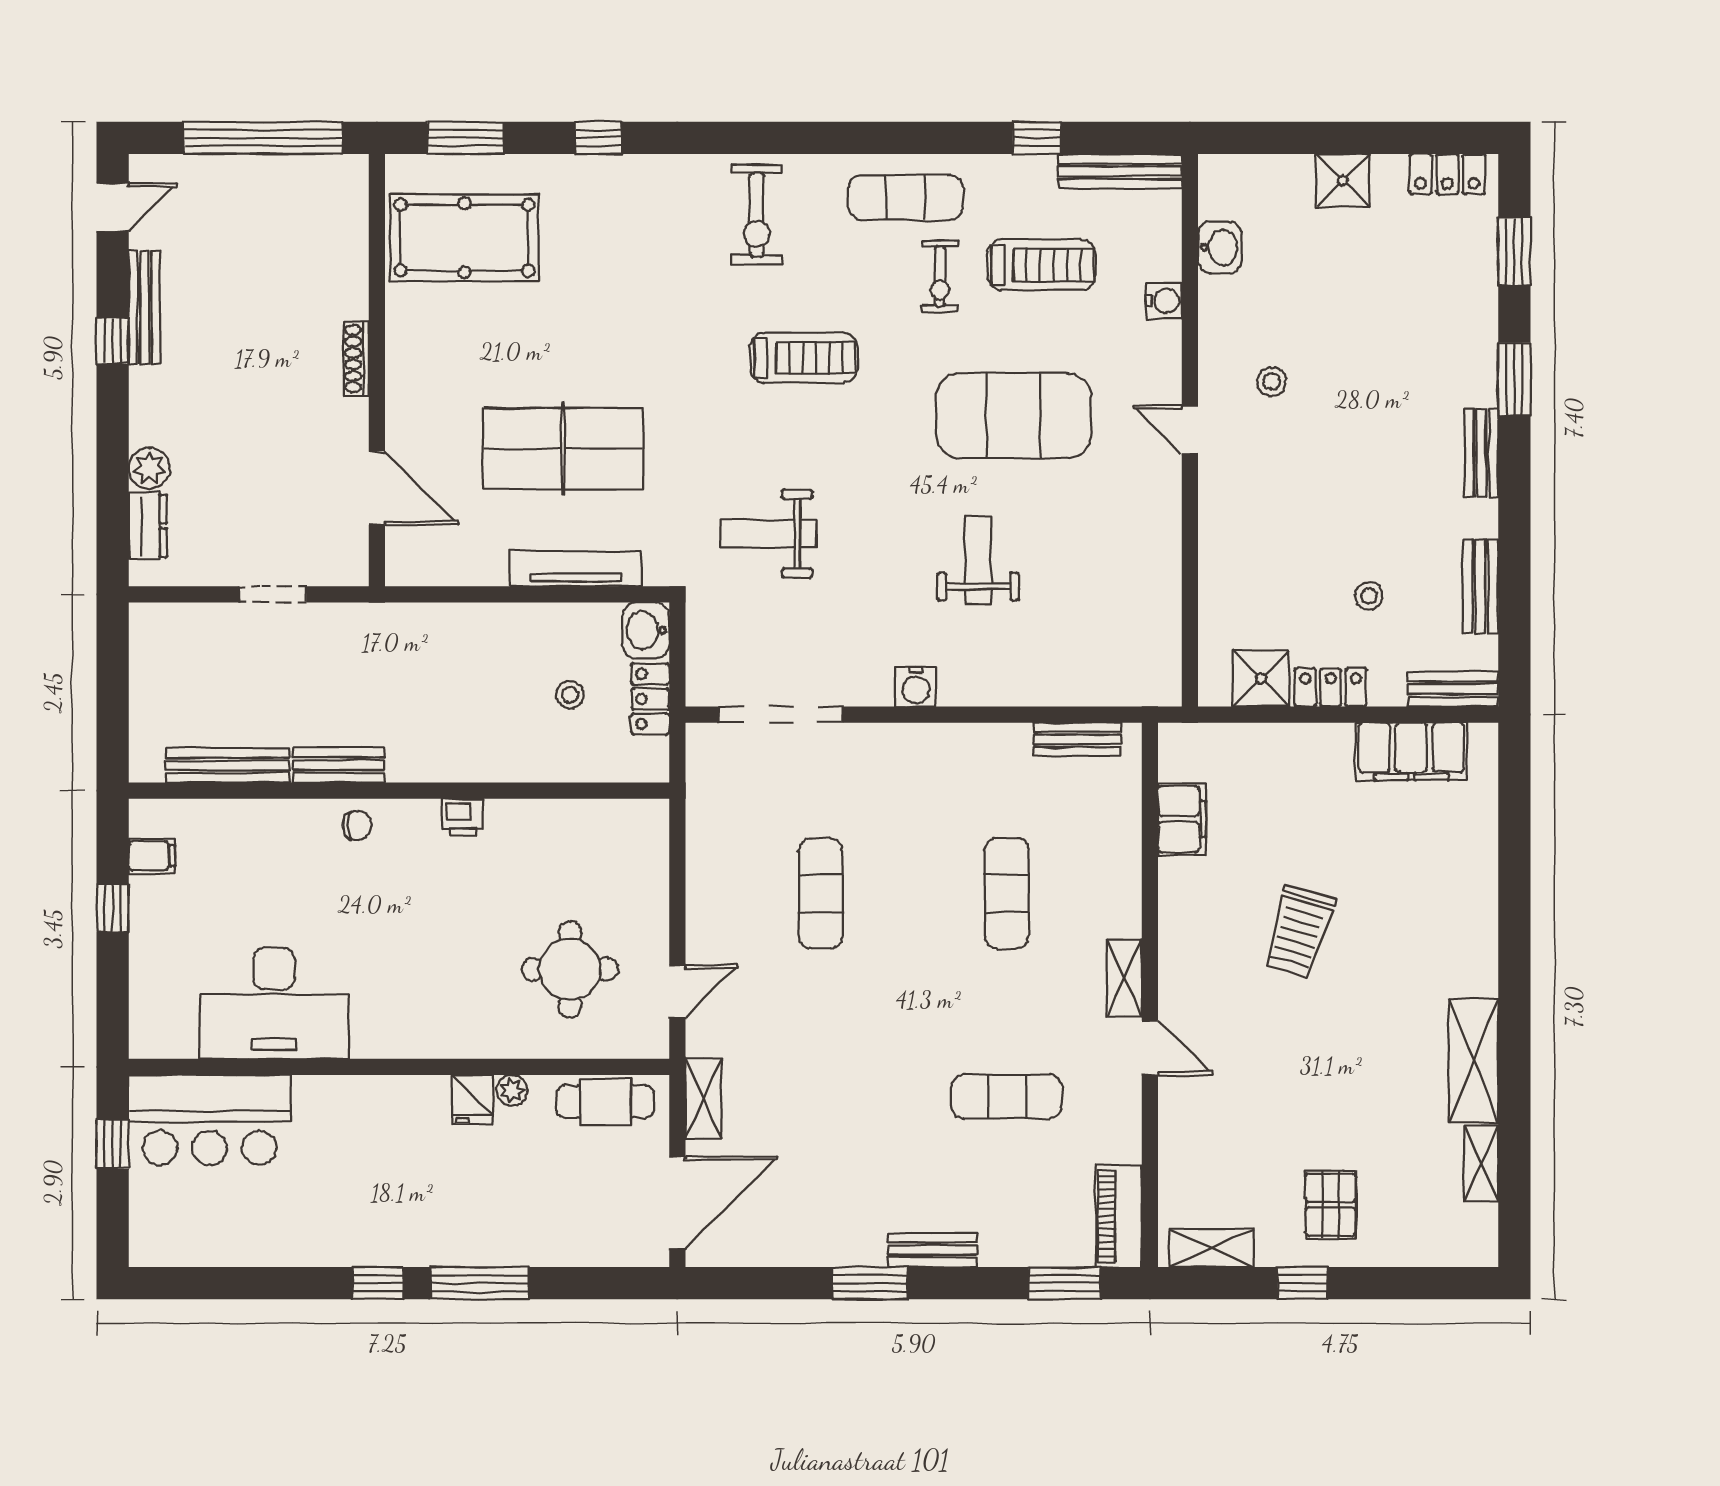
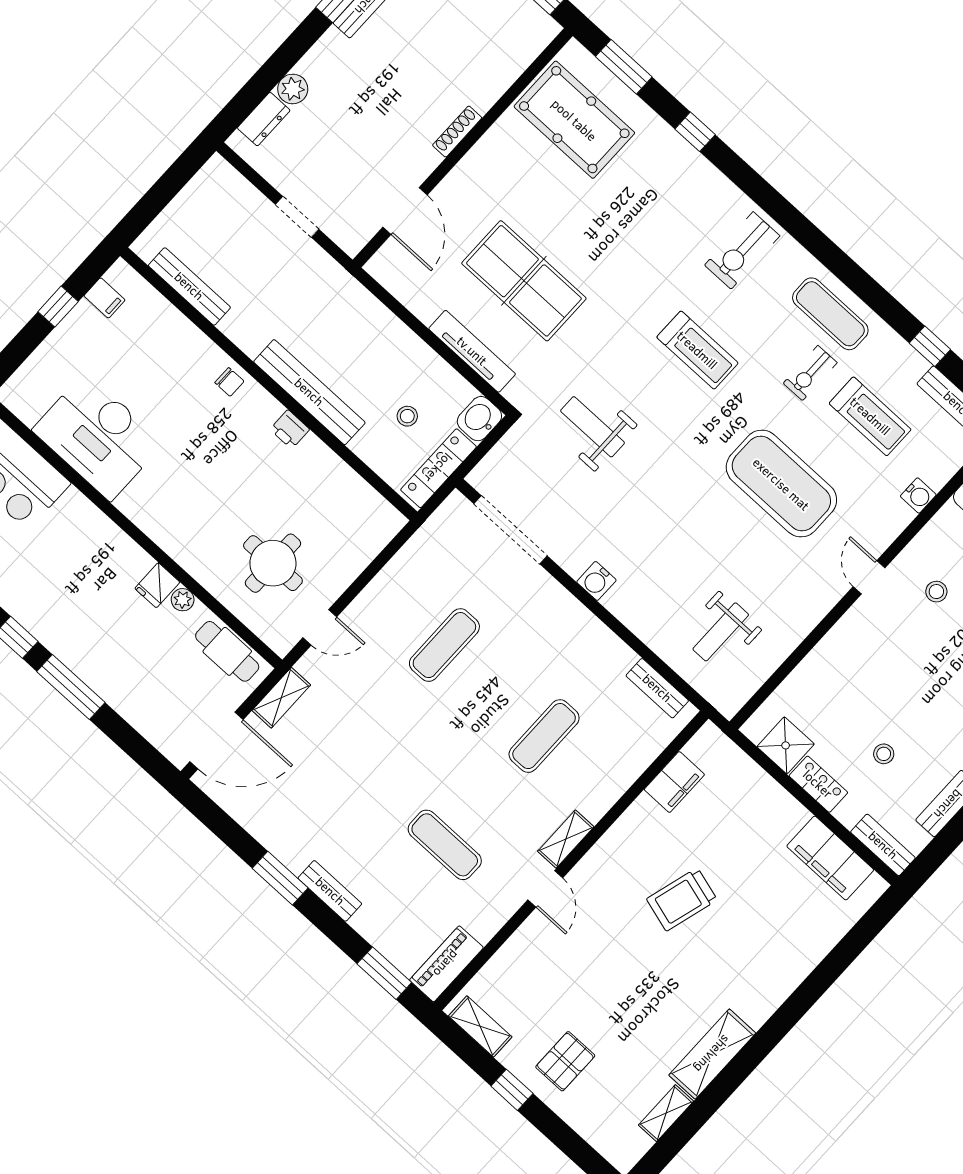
weight bench: (978, 560) -> (721, 632), moved, turned 180
locker: (650, 699) -> (438, 468), width x1.53
bench: (339, 765) -> (309, 392), moved, width x1.86, depth x1.21

